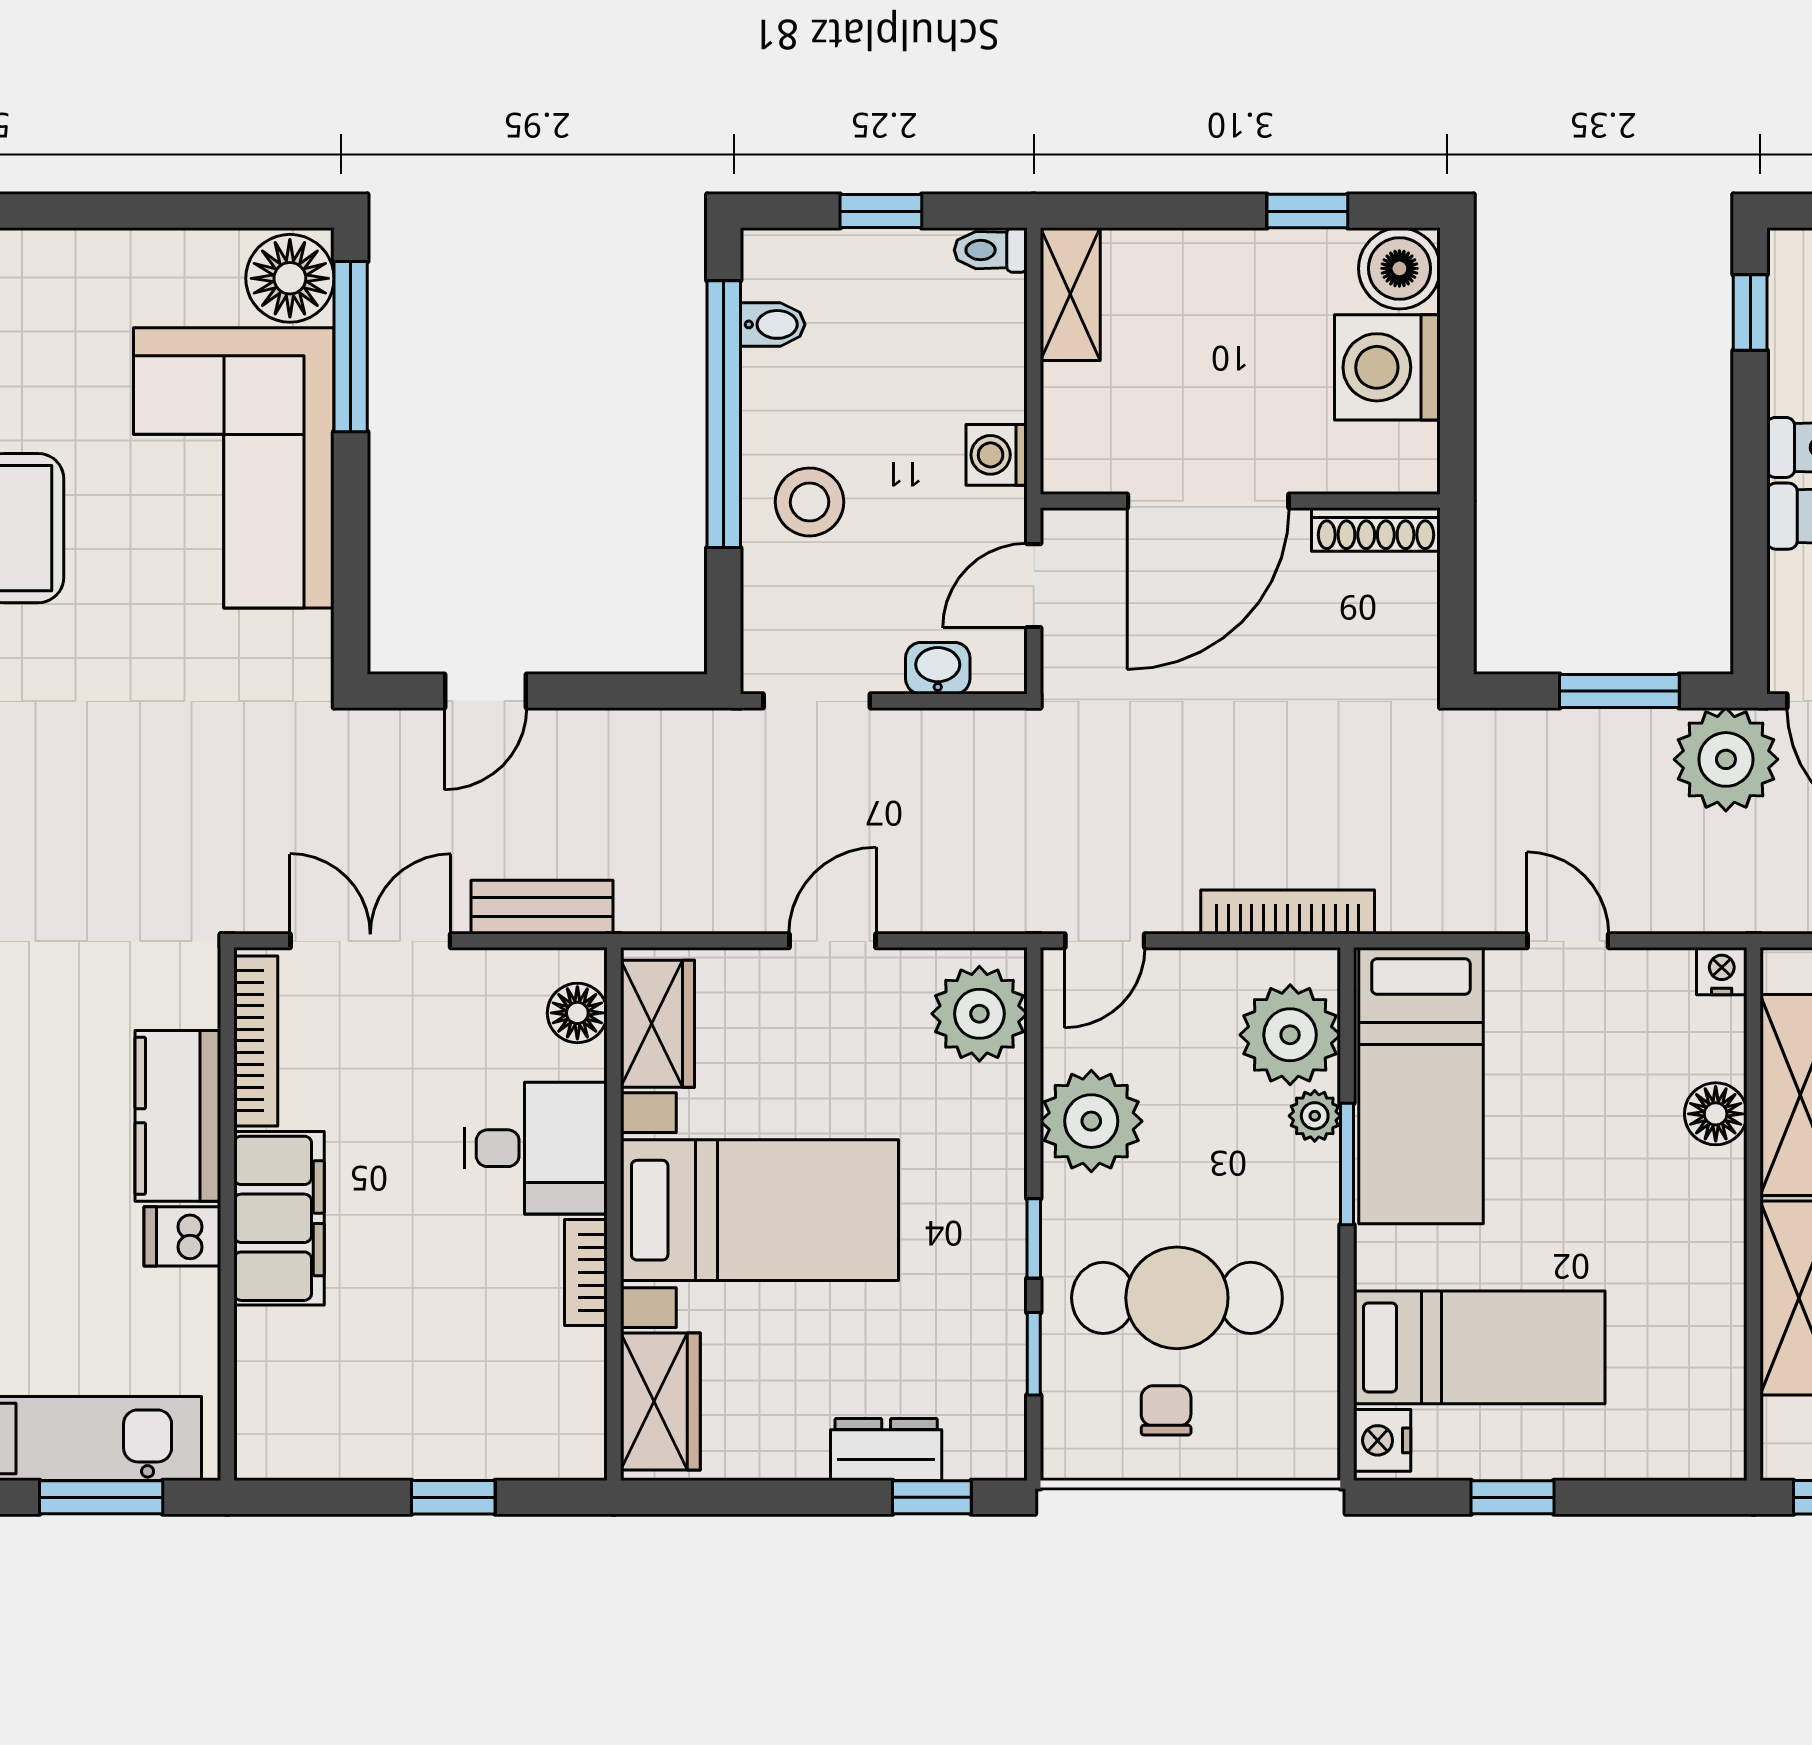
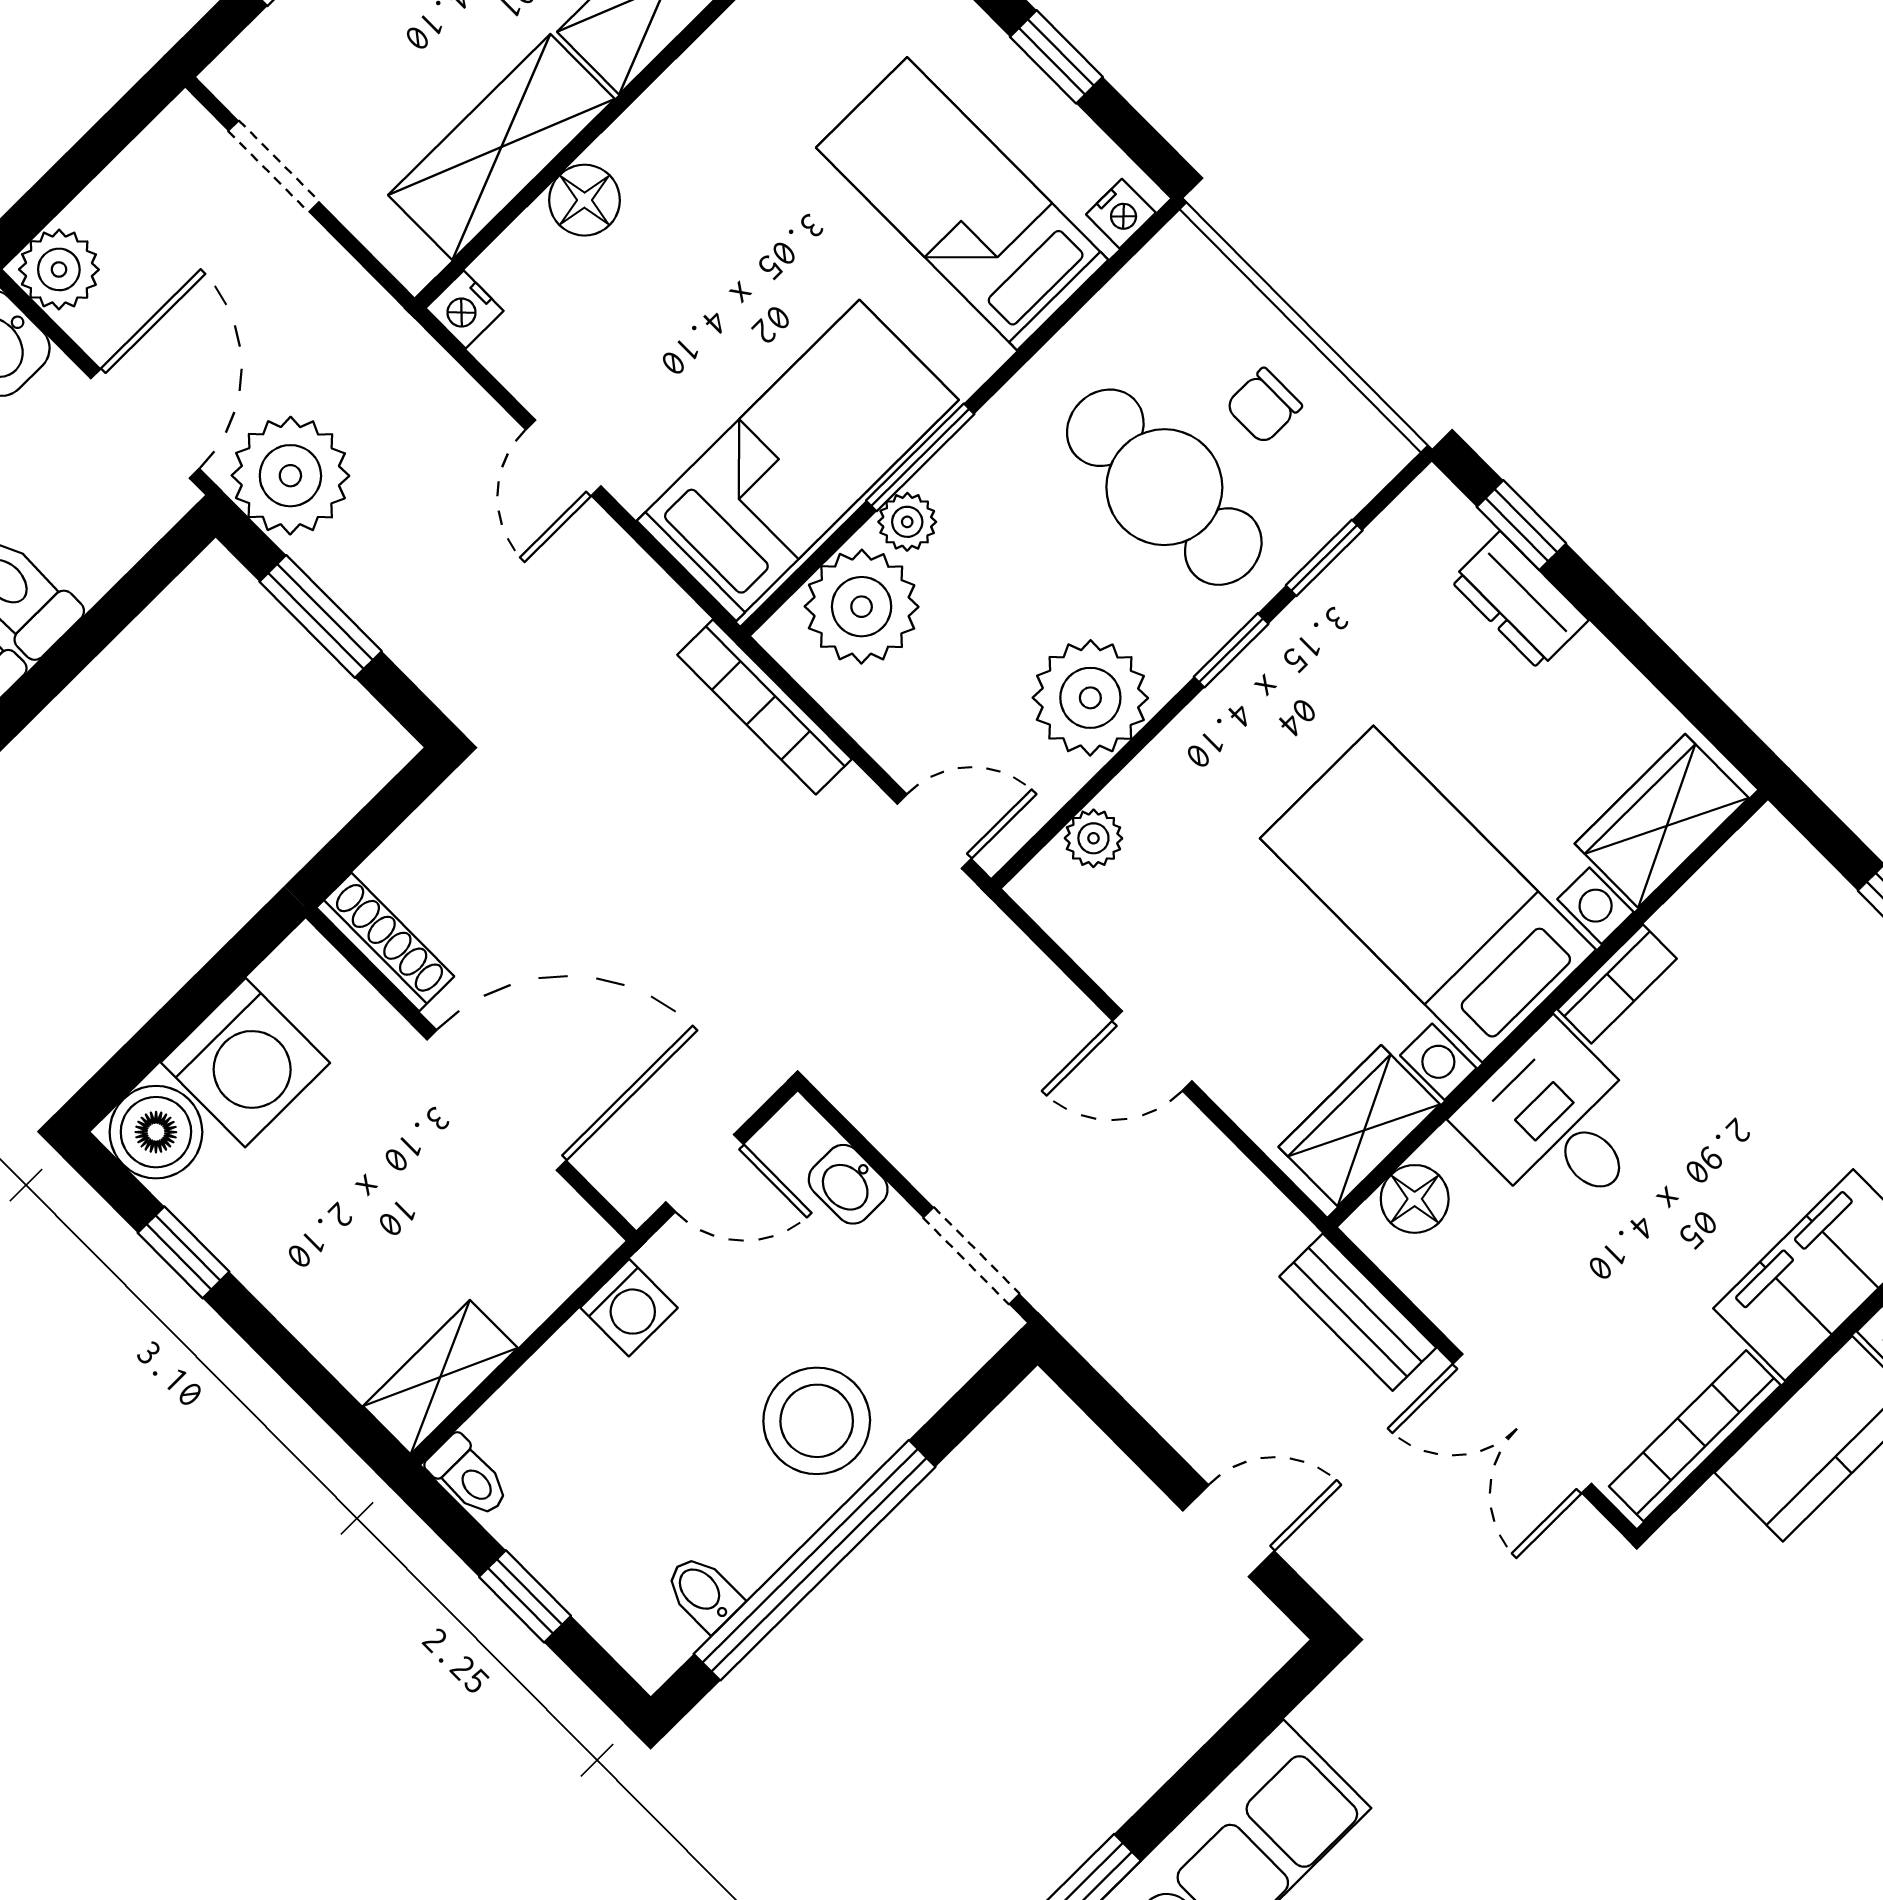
stool: (810, 502) -> (817, 1421), width x1.38, depth x1.38
plant: (979, 1014) -> (1093, 838), width x0.53, depth x0.53
nightstand: (1382, 1440) -> (1121, 214), width x0.72, depth x0.74

